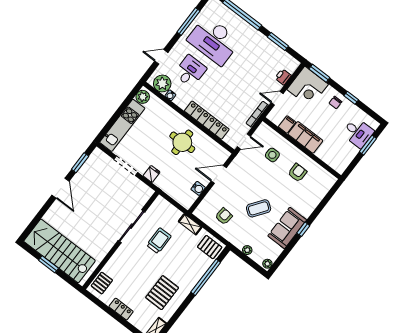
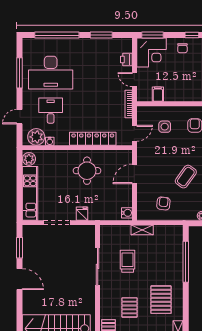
door: (277, 98) -> (134, 80), hinge flipped
filing cabinet: (305, 137) -> (180, 93), removed
water cooler: (198, 188) -> (127, 213), moved
pallet: (210, 247) -> (129, 307), moved, turned 90

